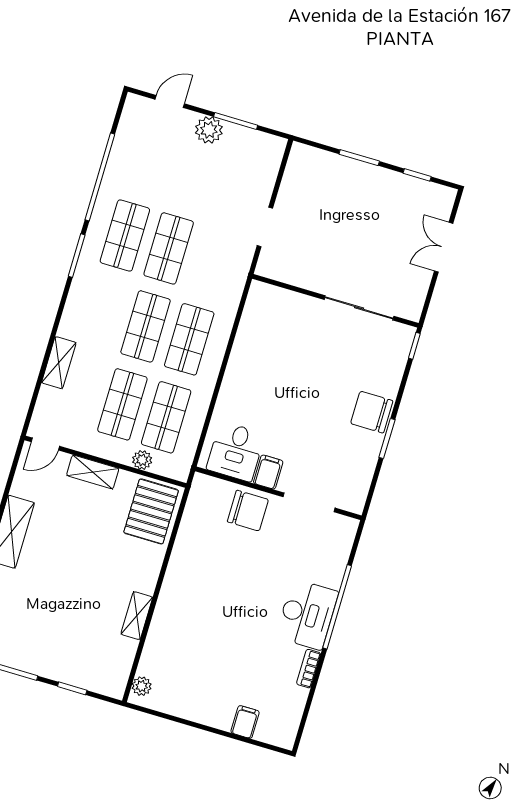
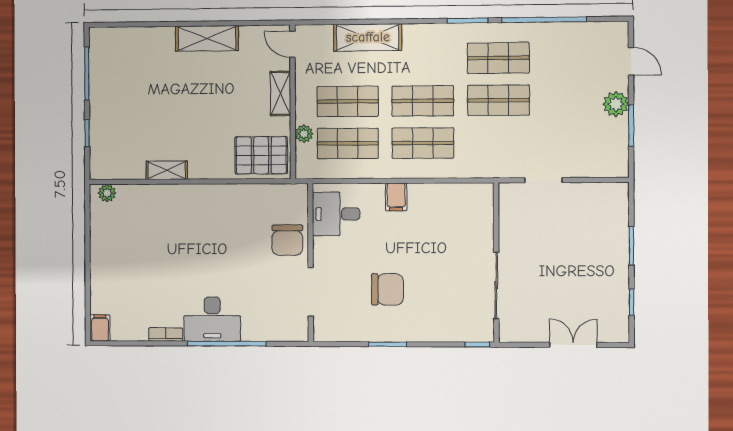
shelving: (59, 363) -> (368, 37), width x1.50, depth x1.33
chair: (372, 412) -> (387, 289), moved, turned 90
filing cabinet: (268, 472) -> (396, 197), moved, turned 90
filing cabinet: (245, 722) -> (100, 328), moved, turned -90

